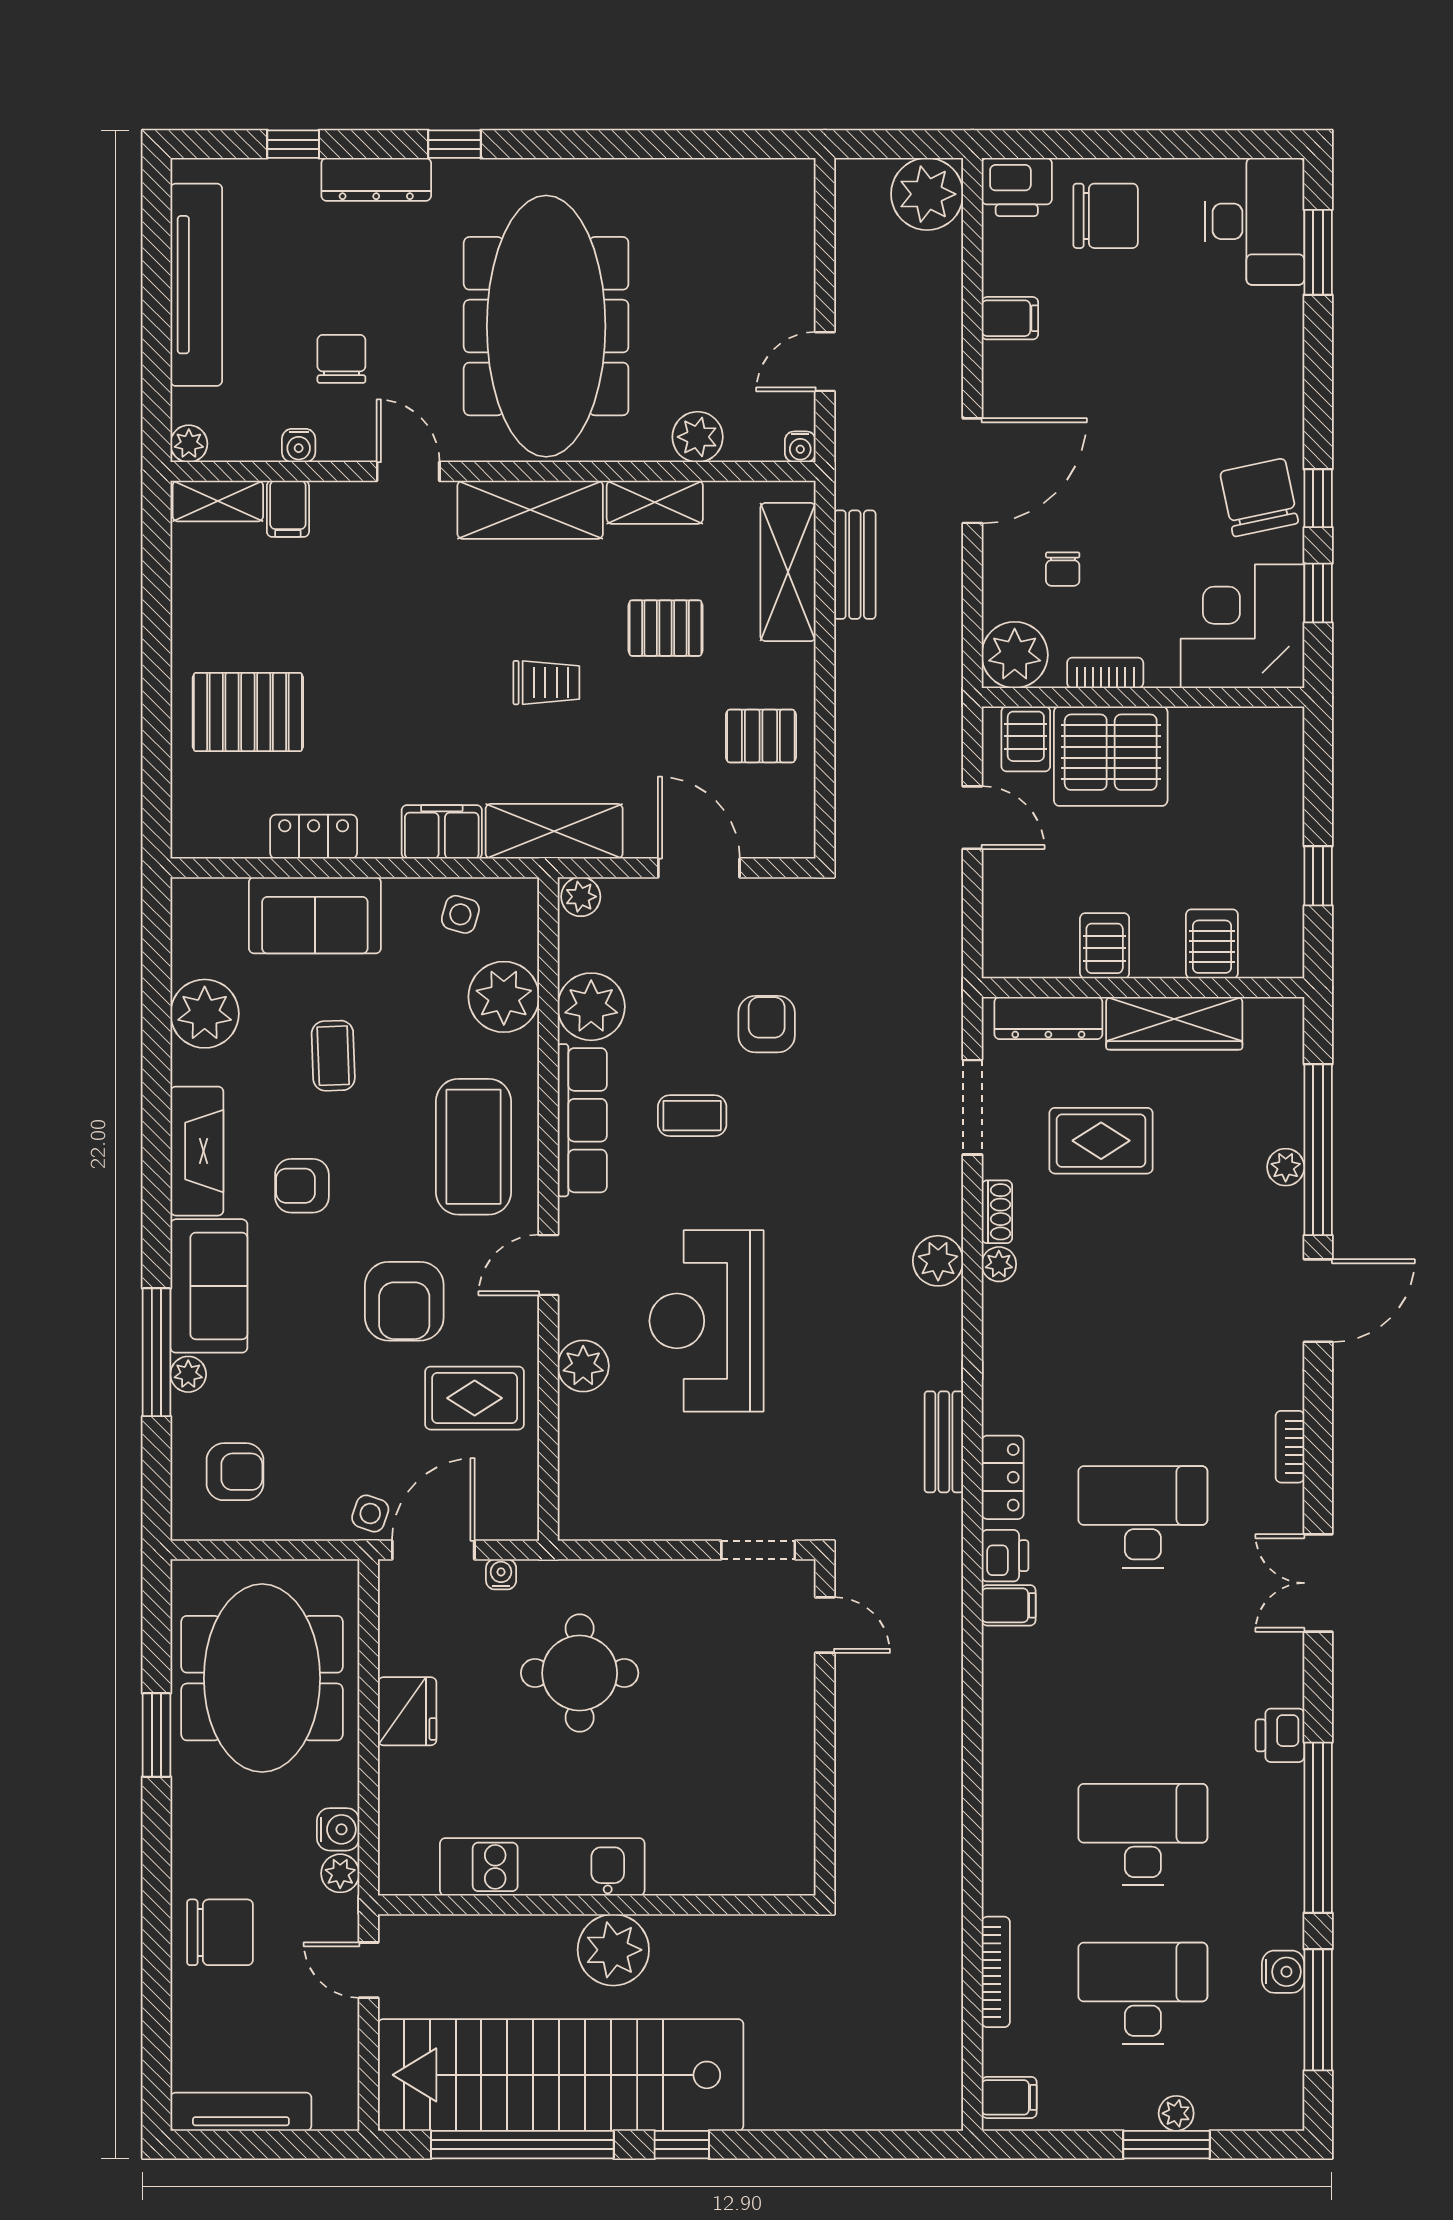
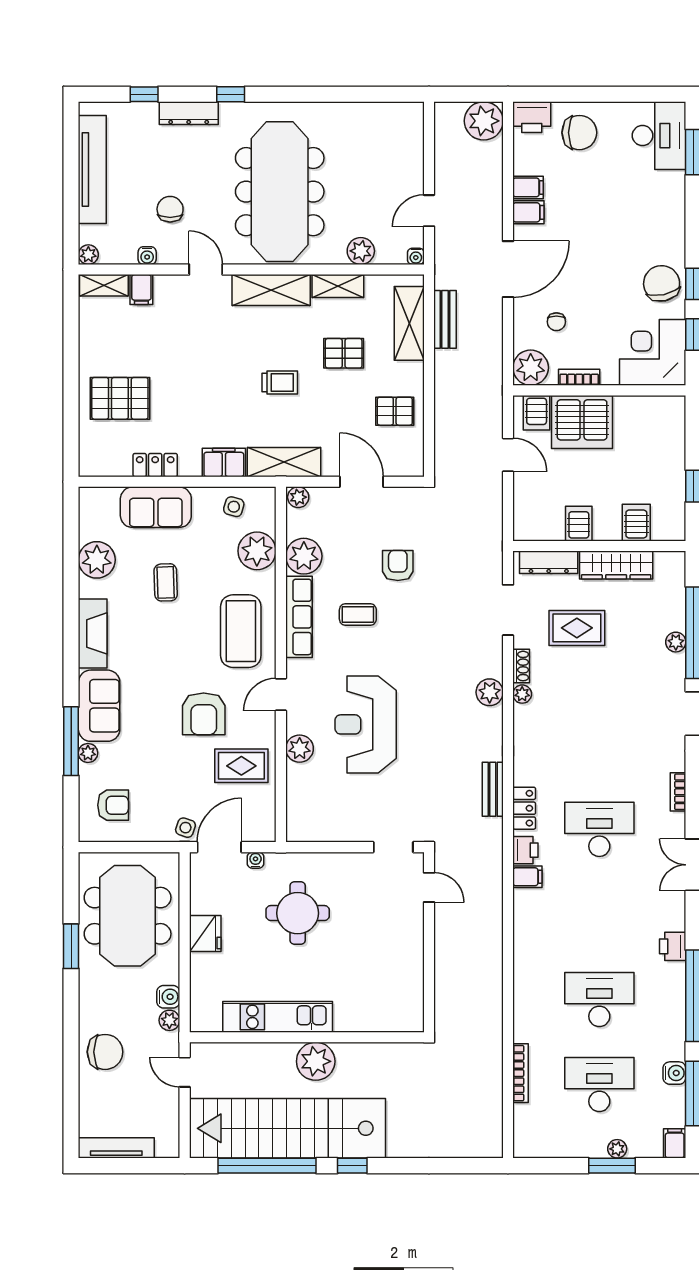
filing cabinet: (1011, 365) -> (528, 212), added
armchair: (302, 1186) -> (149, 652), removed
filing cabinet: (1009, 2097) -> (675, 1143), moved, turned -90

